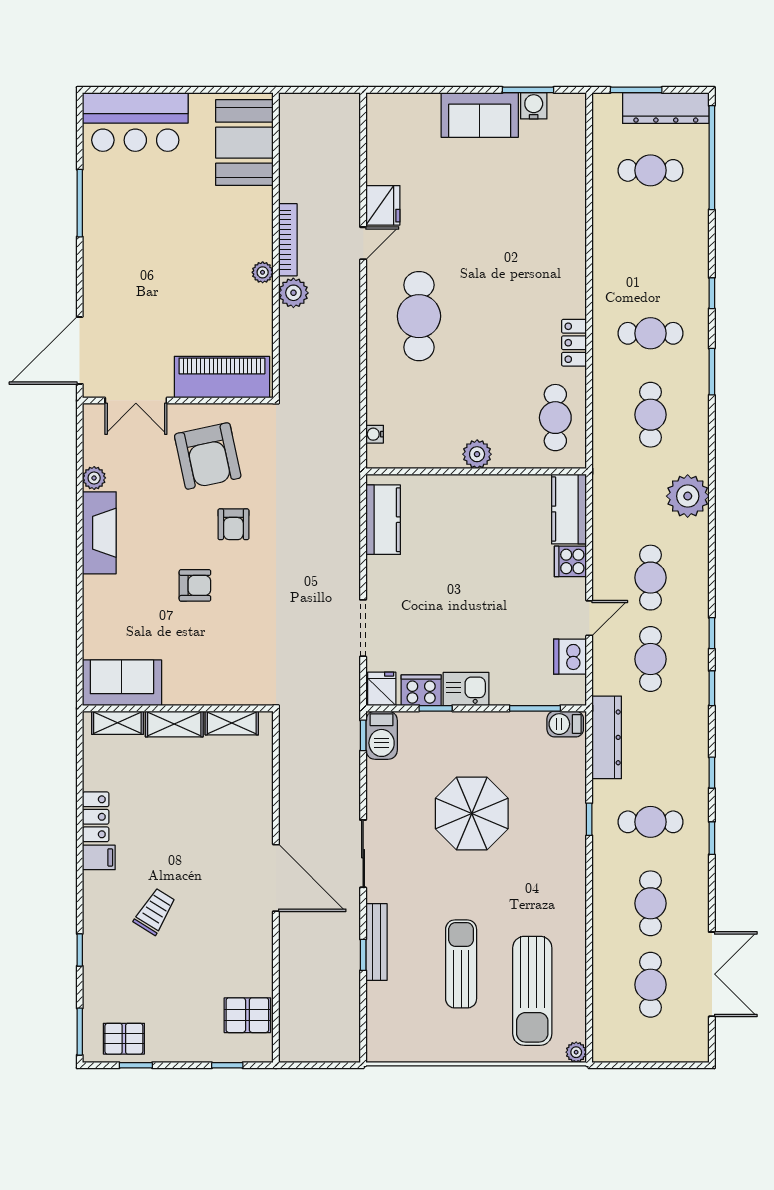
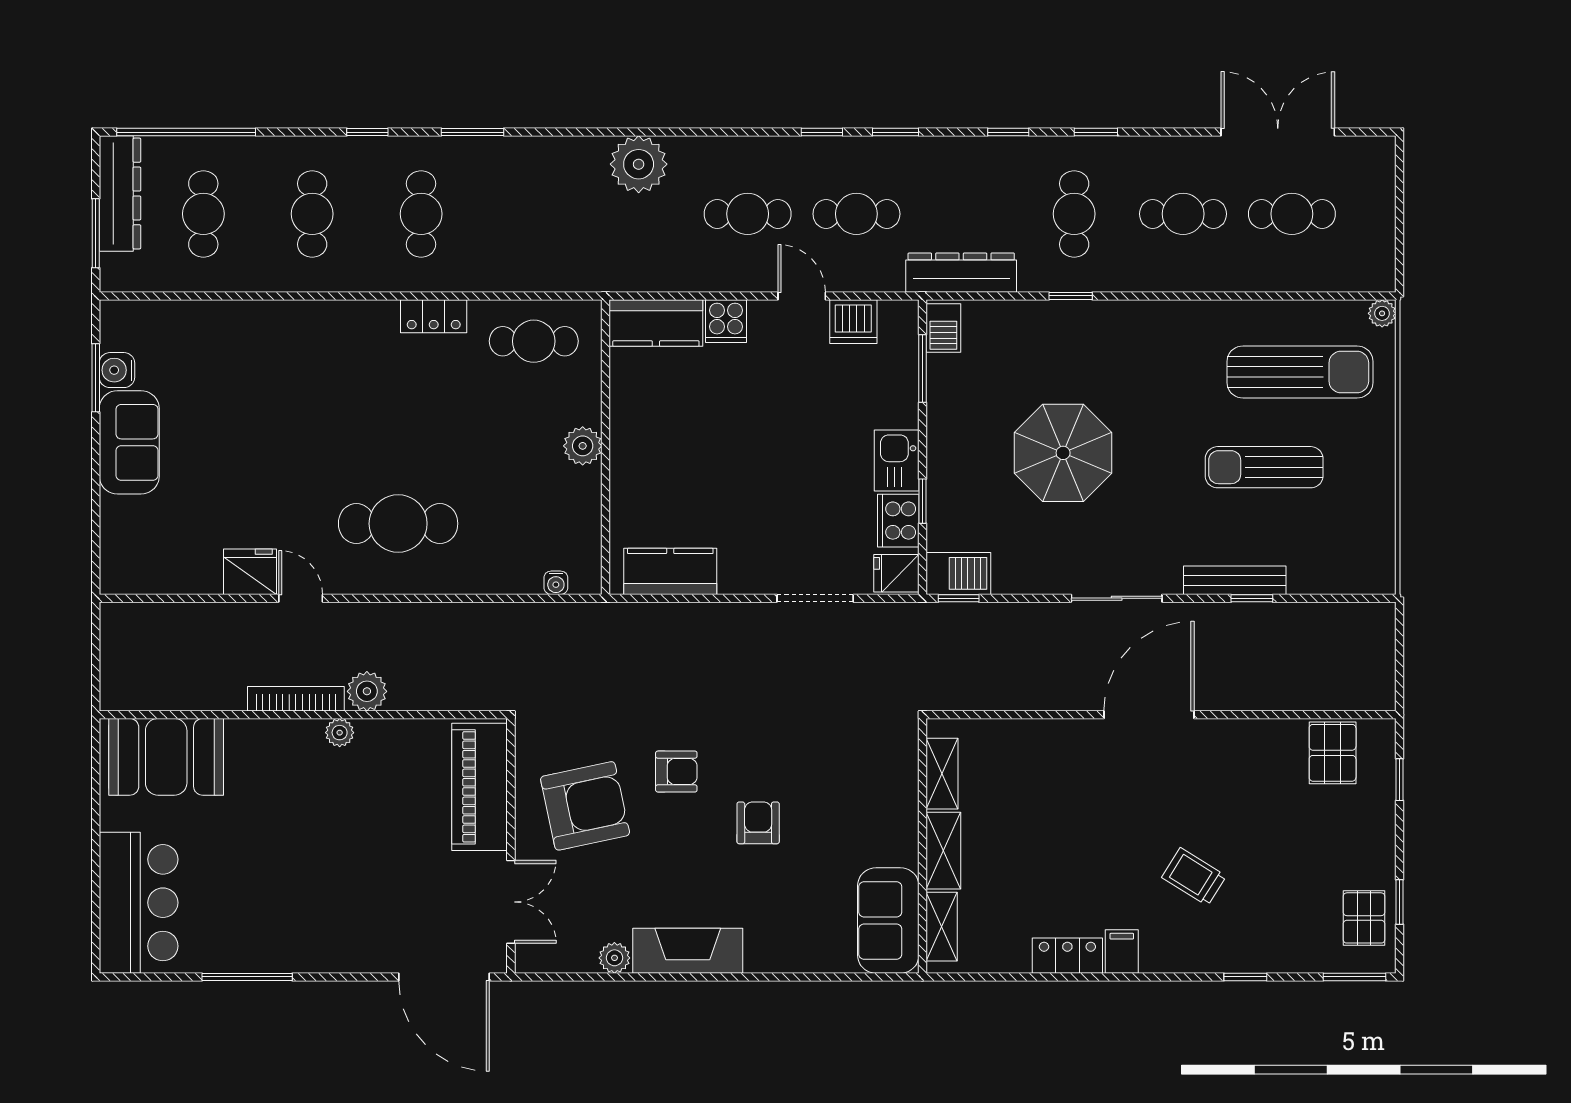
cafe table: (651, 415) -> (312, 214), moved, turned 90

